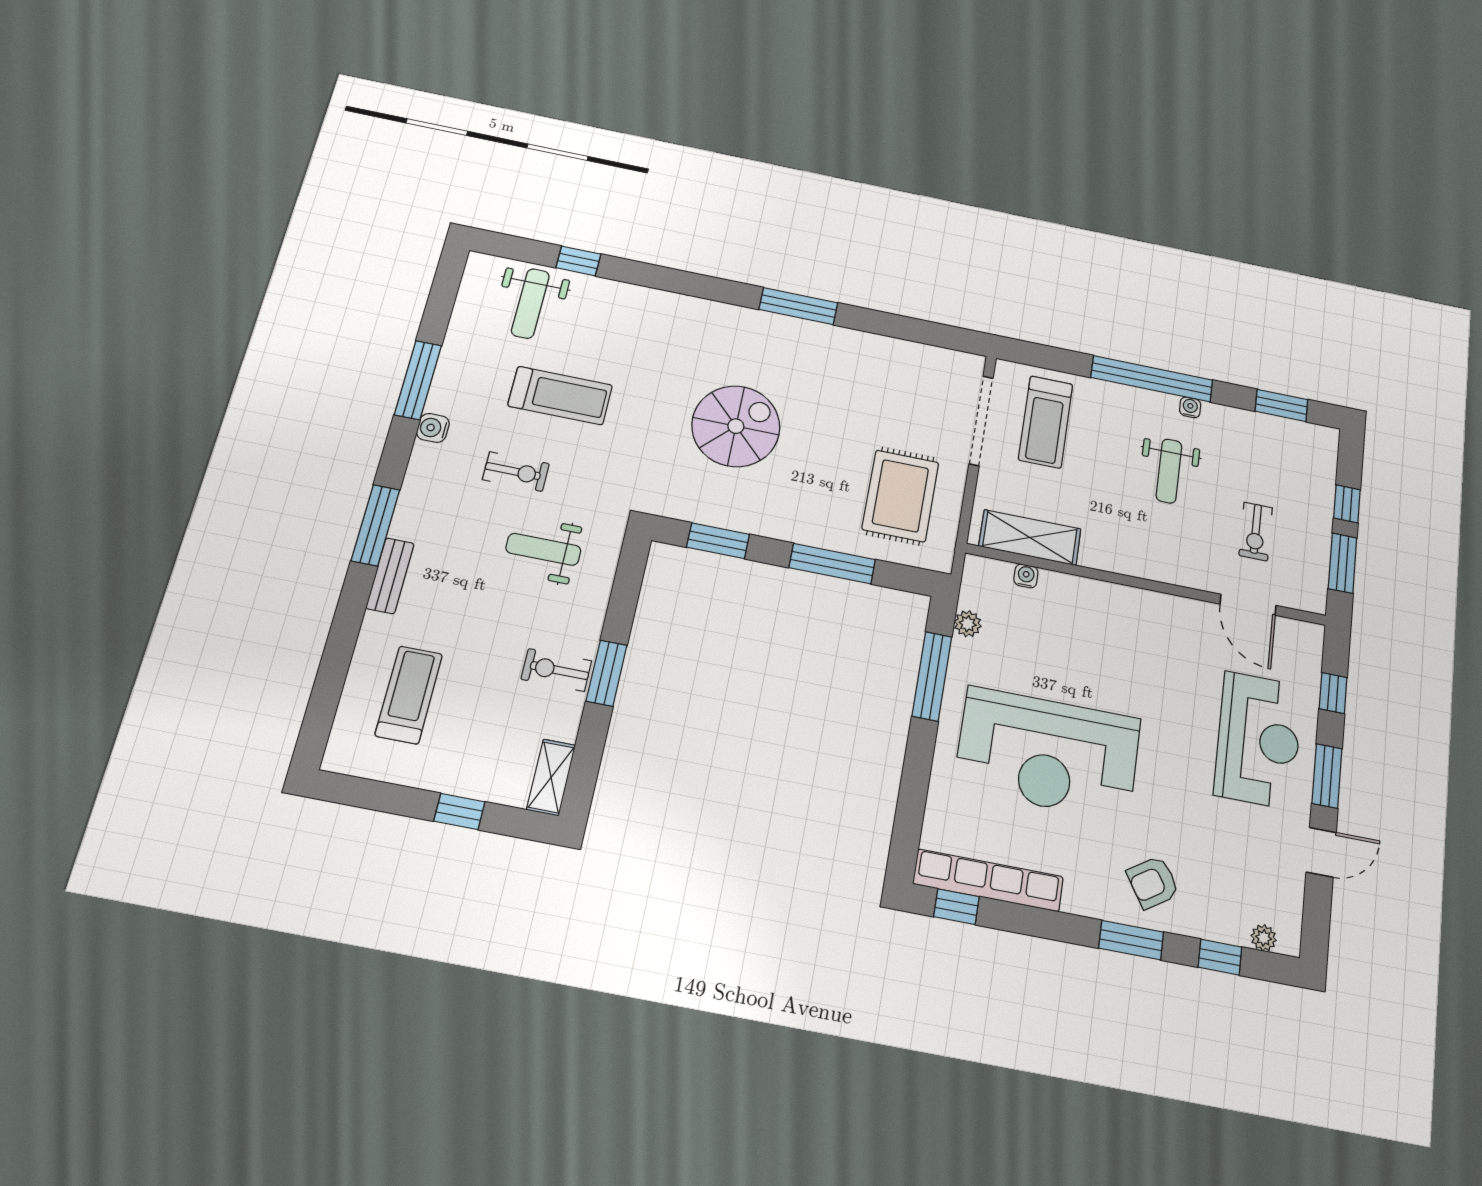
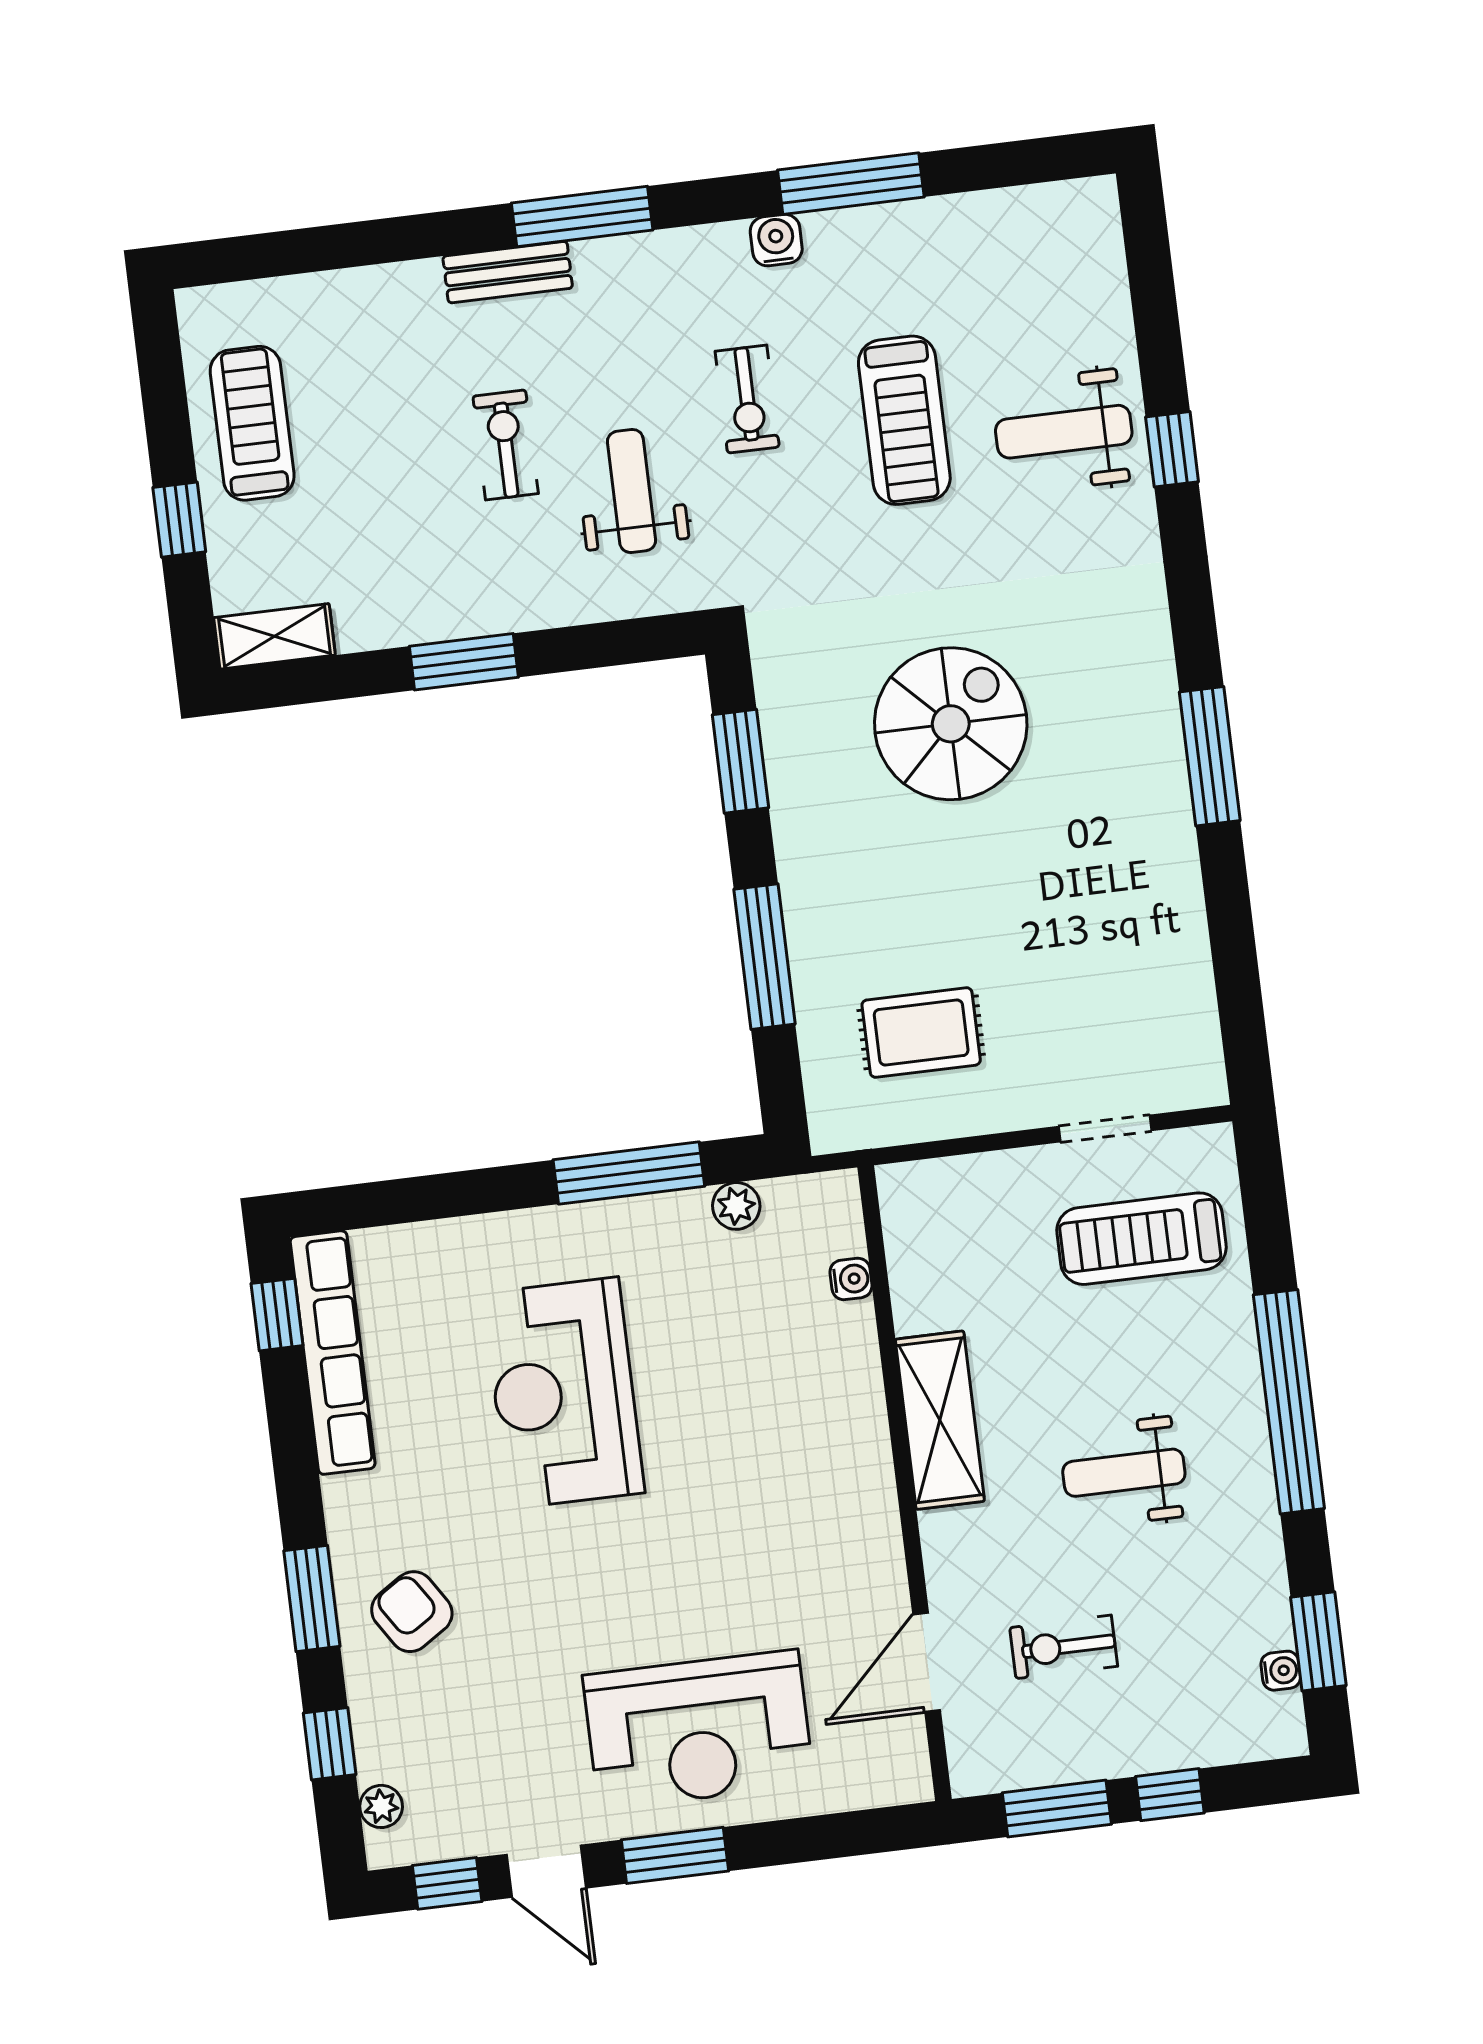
window: (578, 261) -> (1172, 449), moved
weight bench: (530, 303) -> (1064, 432), moved
water cooler: (1190, 407) -> (1281, 1671), moved
doorway: (981, 421) -> (1105, 1129), width x0.53
spiral stairs: (736, 426) -> (951, 724), turned -90
rug: (900, 496) -> (921, 1033), width x0.73, depth x0.70
shelving: (1030, 537) -> (940, 1420), moved
exercise bike: (556, 670) -> (506, 445), moved
window: (1333, 693) -> (447, 1883), moved
treadmill: (409, 695) -> (252, 423), moved, turned -90
reception desk: (1048, 753) -> (564, 1393), width x0.74, depth x0.77

